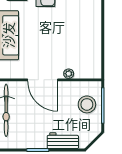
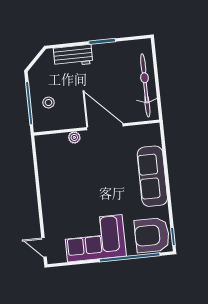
stool: (87, 104) -> (48, 103), width x0.53, depth x0.53

